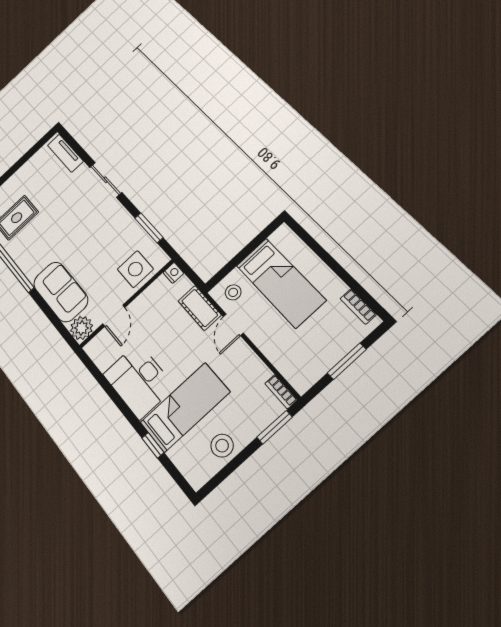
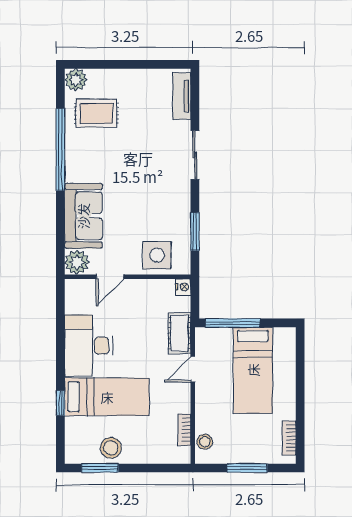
window: (233, 263) -> (233, 323), added
stool: (233, 292) -> (205, 442), moved
bookcase: (281, 392) -> (184, 430), moved
window: (275, 427) -> (100, 468), moved

